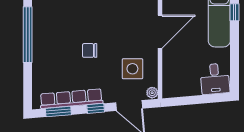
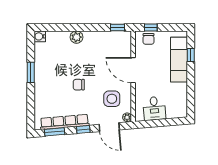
door: (160, 32) -> (133, 70), swing flipped
window: (28, 35) -> (31, 72), width x0.47
desk: (215, 79) -> (154, 108), moved

